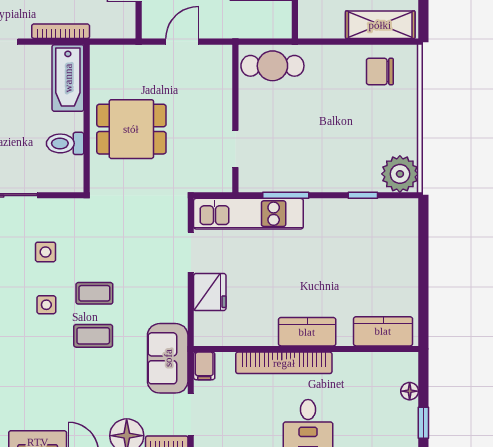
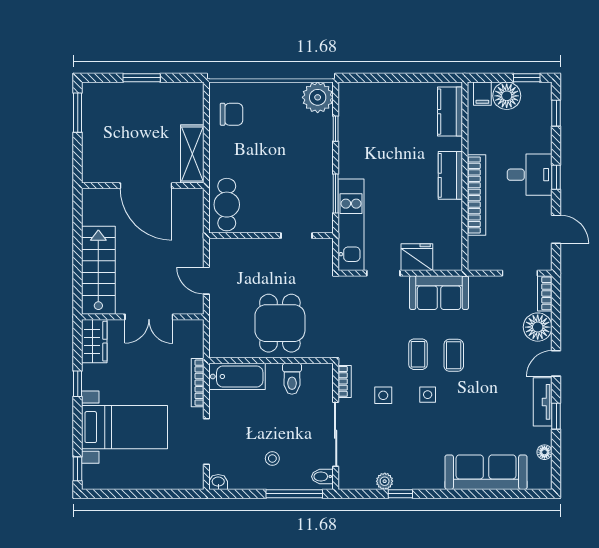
shelving: (380, 25) -> (192, 154), moved
chair: (380, 72) -> (232, 114), turned -90
bookcase: (62, 206) -> (345, 381), added
sofa: (168, 358) -> (439, 293), moved
filing cabinet: (204, 366) -> (482, 94), moved, turned 90
floor lamp: (410, 391) -> (507, 96), width x1.89, depth x1.89

